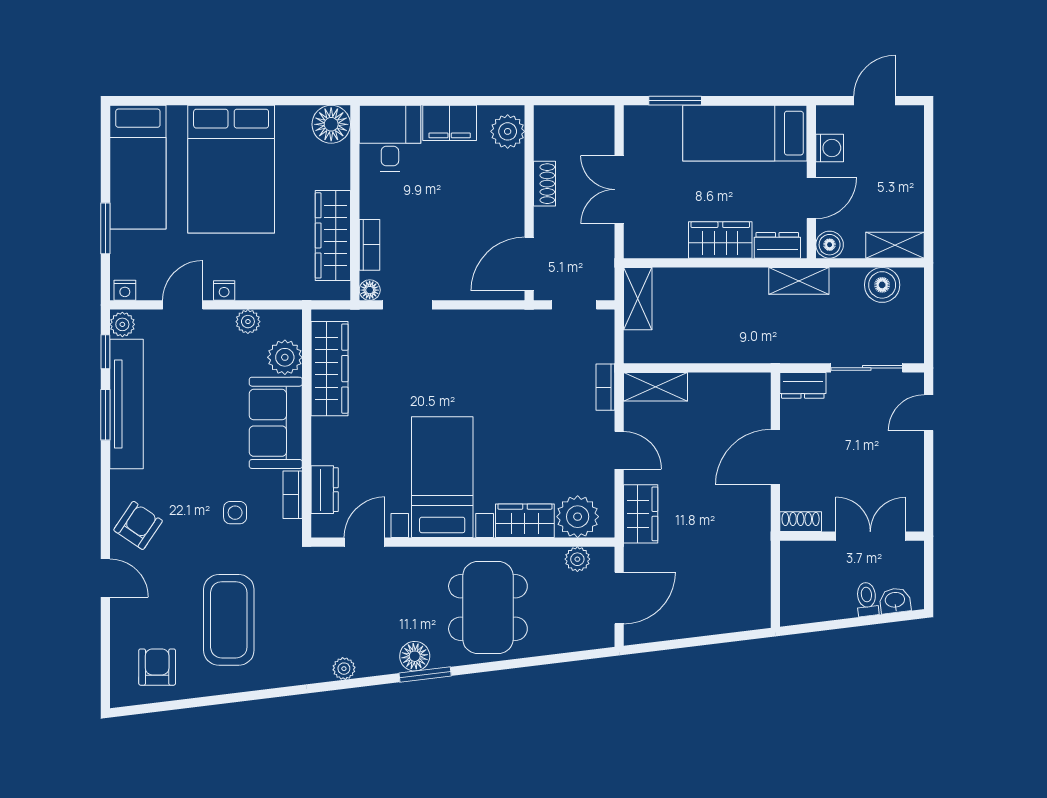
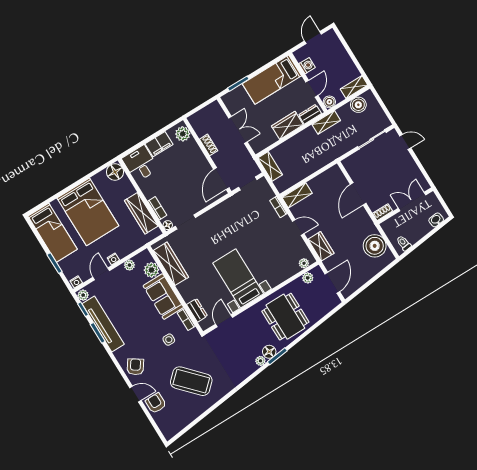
double door: (619, 190) -> (238, 130), swing flipped
dresser: (803, 385) -> (352, 161), removed
door: (929, 413) -> (405, 142), swing flipped
plant: (578, 517) -> (304, 263), width x0.53, depth x0.53
wardrobe: (525, 521) -> (279, 276), removed
boiler: (745, 577) -> (375, 246), added
toilet: (867, 599) -> (404, 243), moved
coffee table: (229, 620) -> (191, 381), turned -43
armchair: (157, 667) -> (156, 403), moved
plant: (344, 669) -> (260, 361), moved

